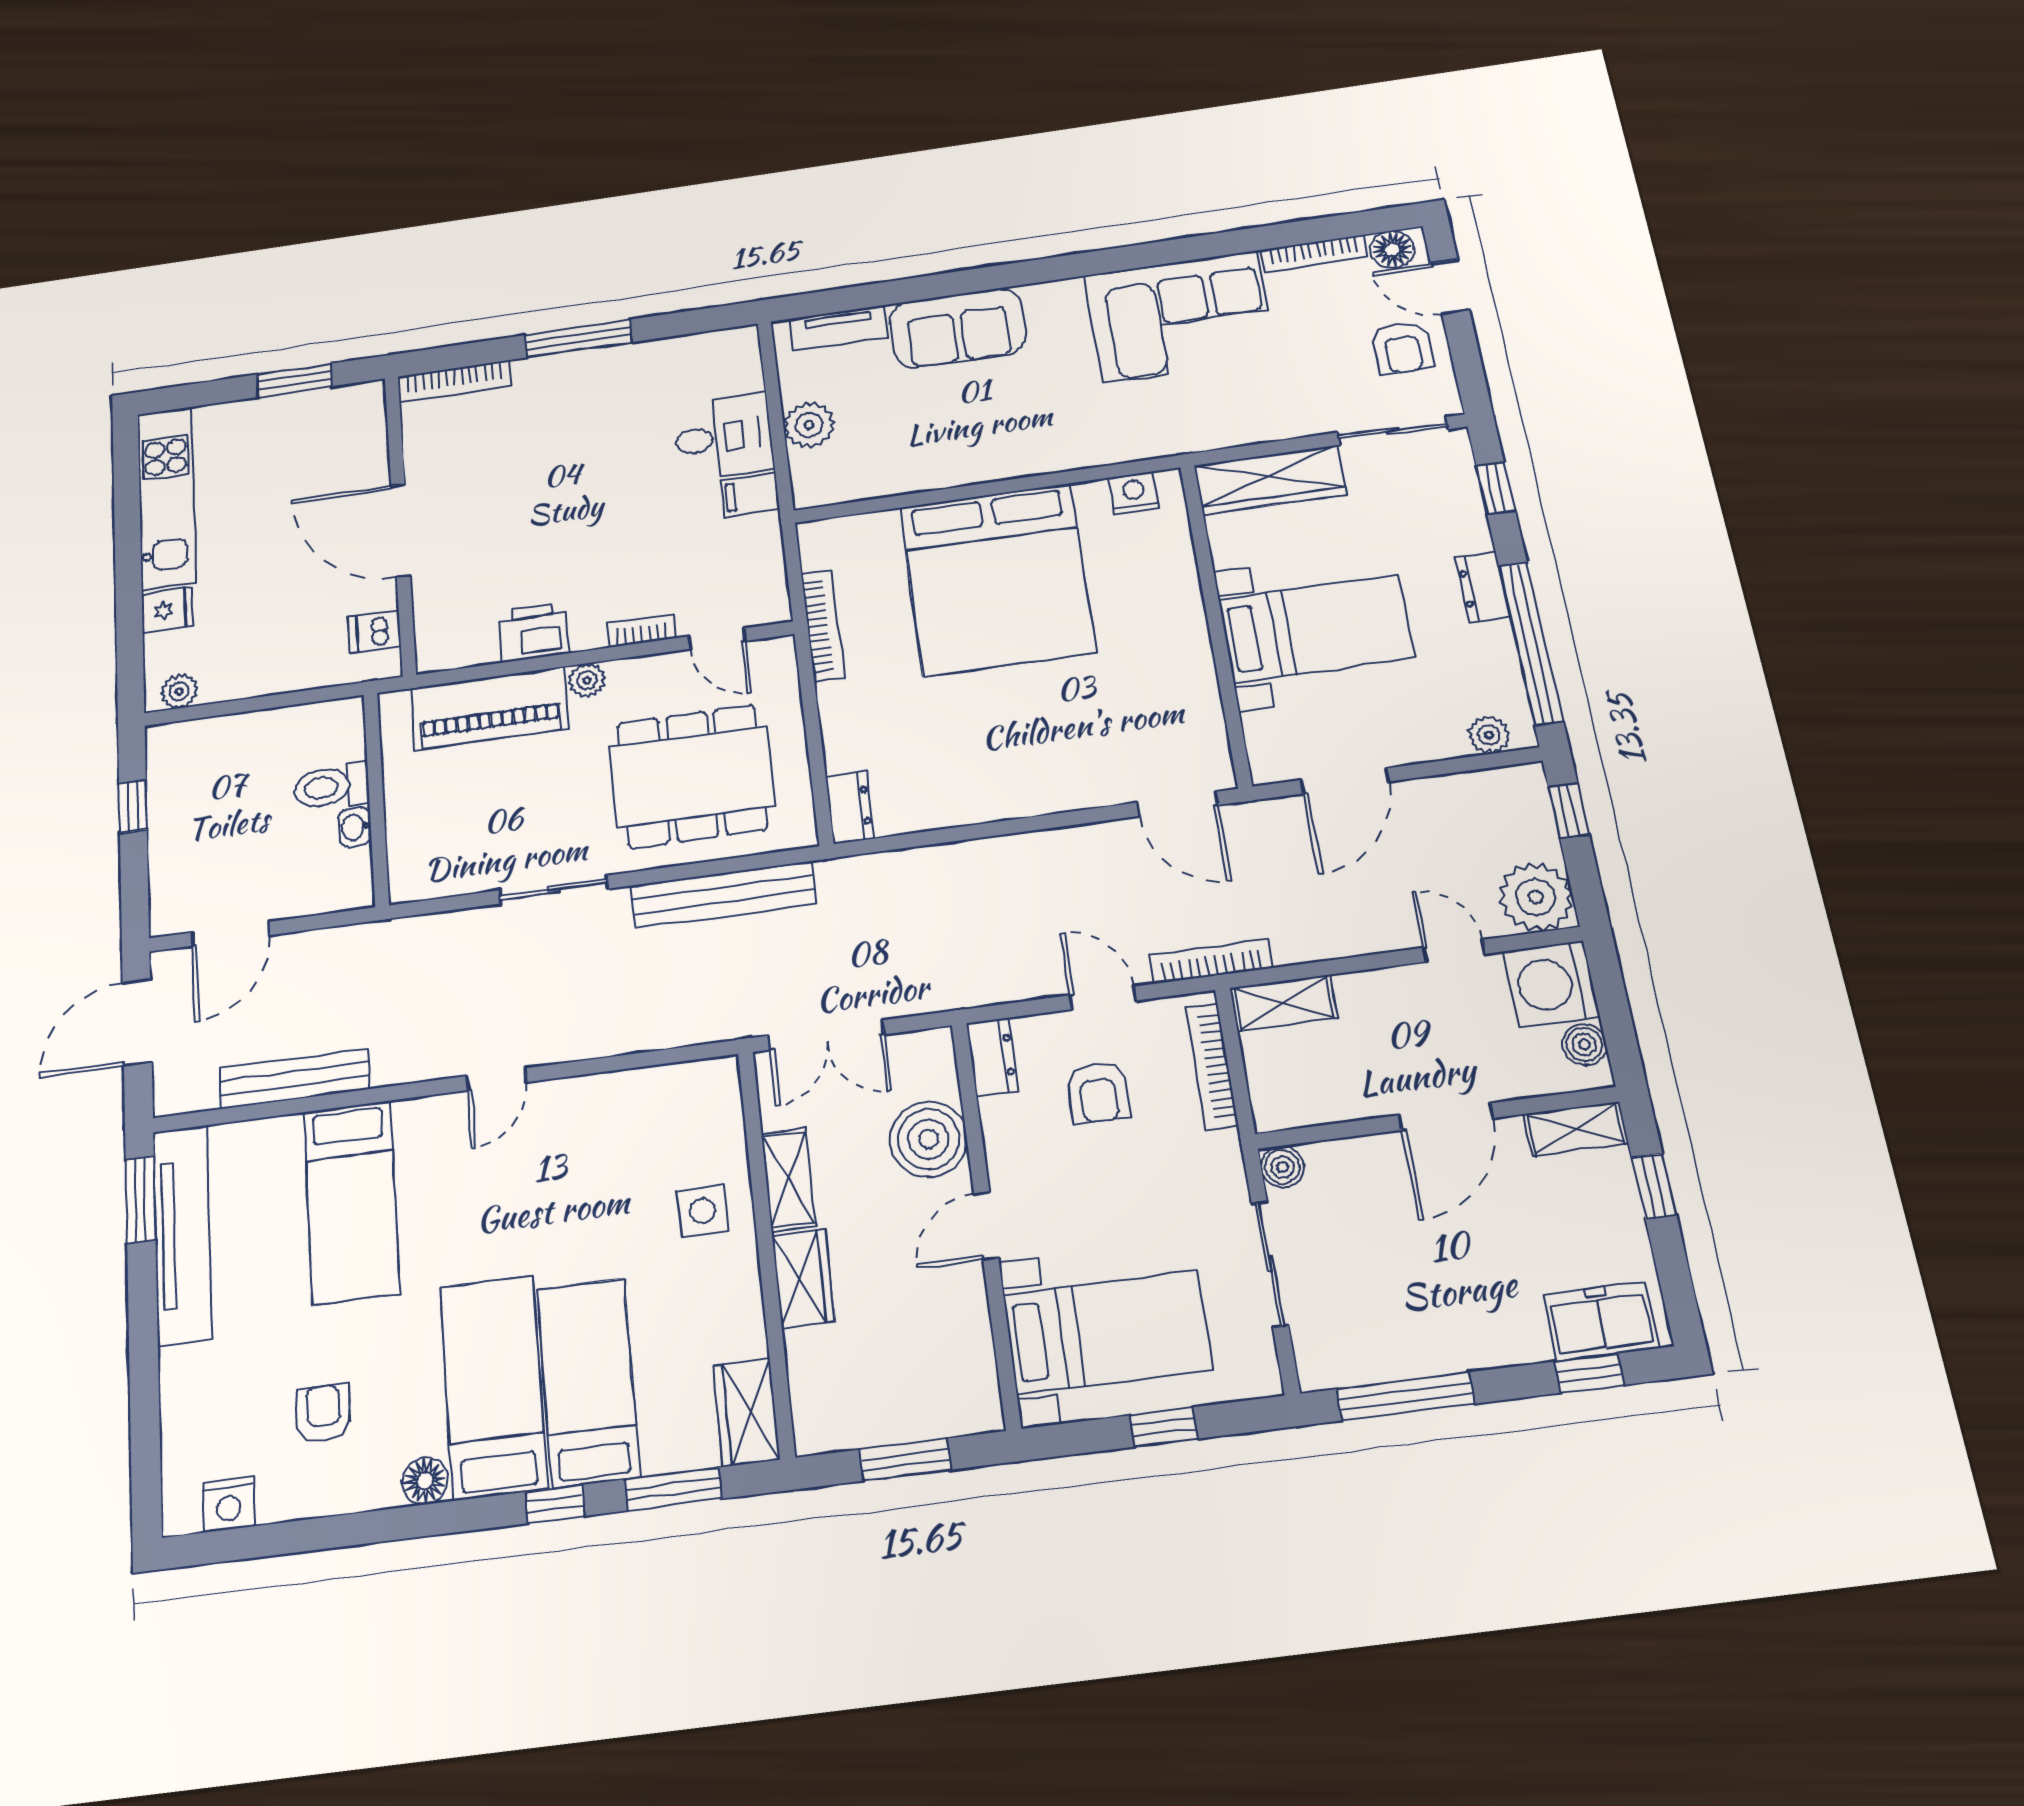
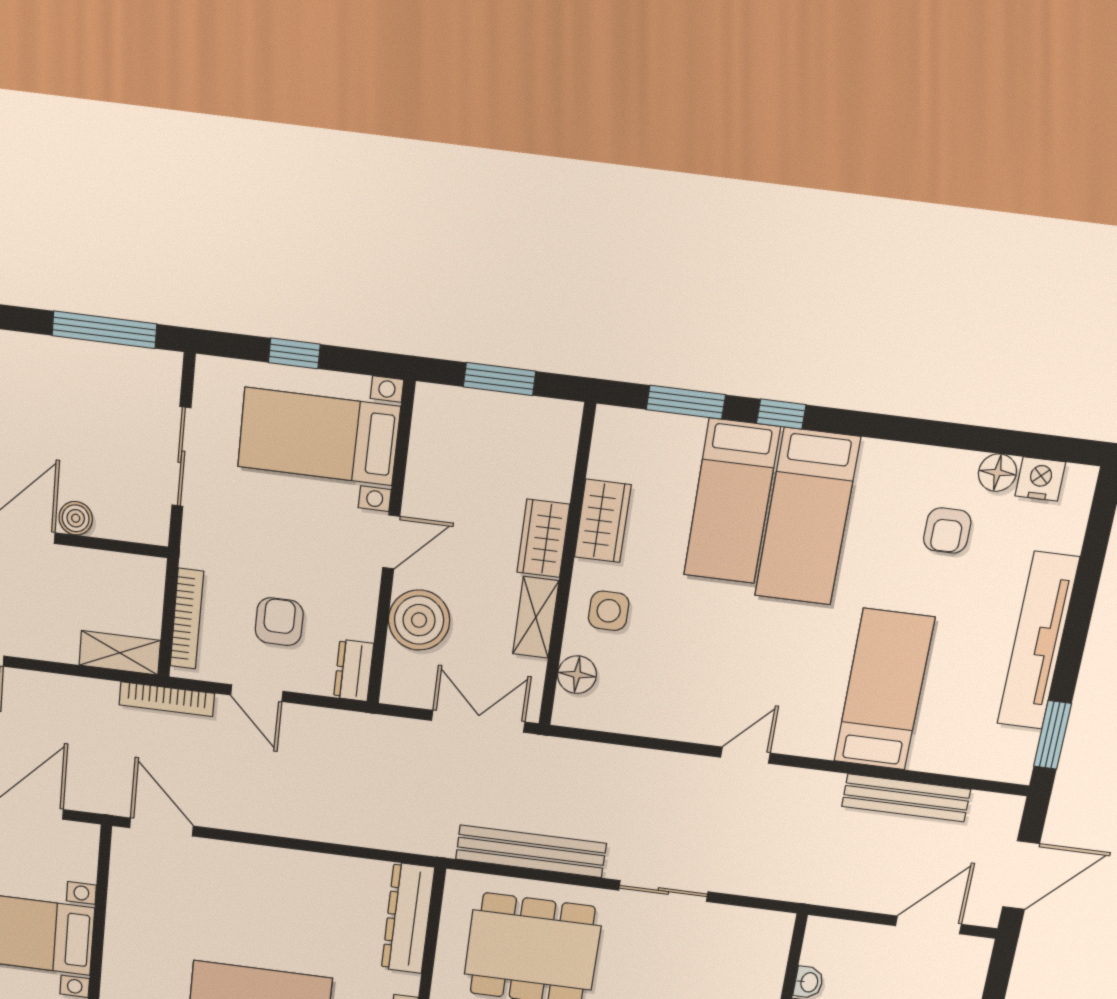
dresser: (850, 807) -> (408, 918), width x1.96, depth x1.24
floor lamp: (721, 1123) -> (577, 675), added
boiler: (1282, 1167) -> (76, 518), moved
tv unit: (182, 1234) -> (1038, 641), moved
wardrobe: (746, 1412) -> (603, 521), moved
floor lamp: (425, 1481) -> (997, 473), moved

